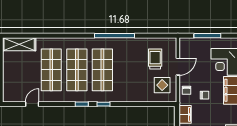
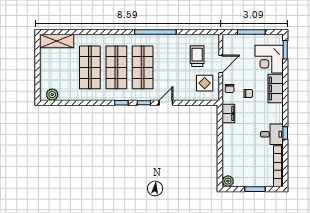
plant: (15, 96) -> (52, 95), added
door: (32, 104) -> (166, 103), moved

